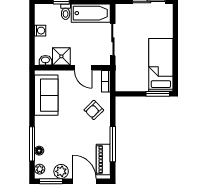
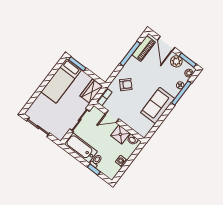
door: (83, 68) -> (112, 117), swing flipped
wardrobe: (123, 77) -> (91, 91), added
sofa: (46, 95) -> (158, 106), moved

